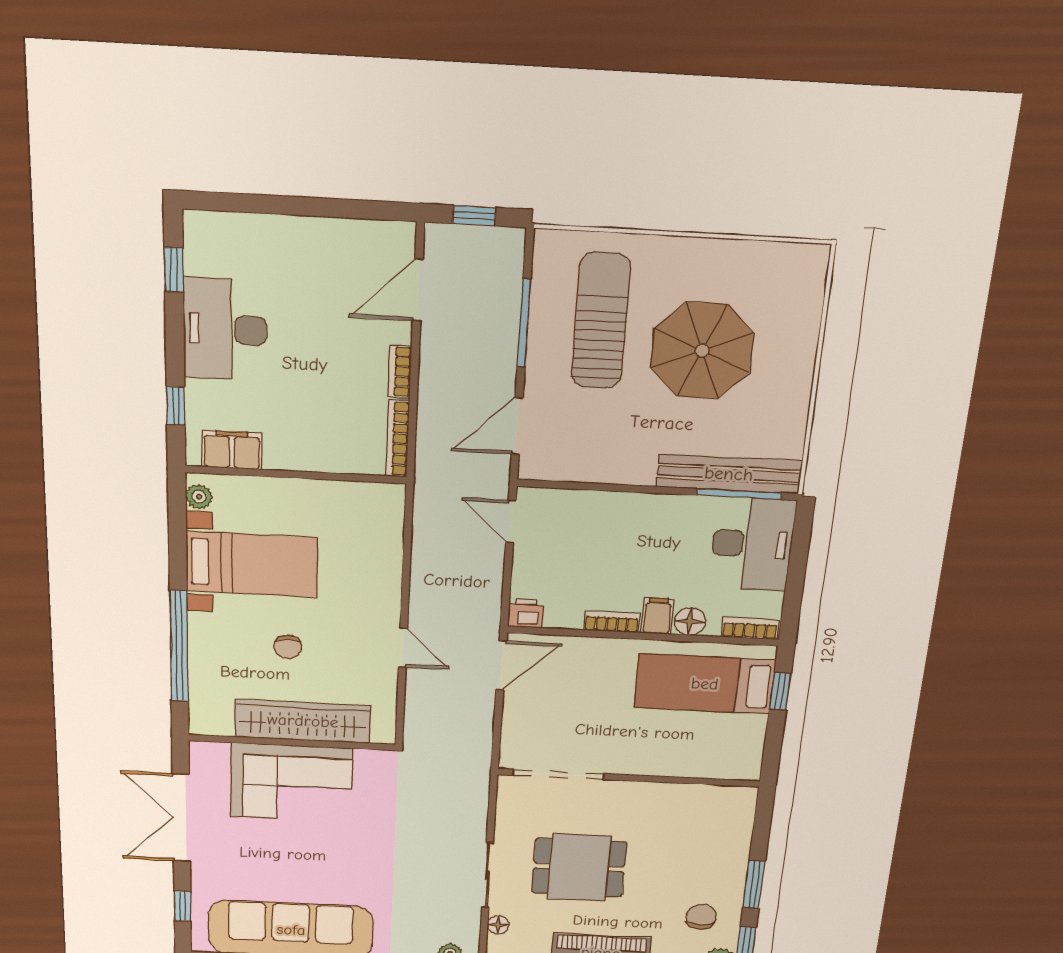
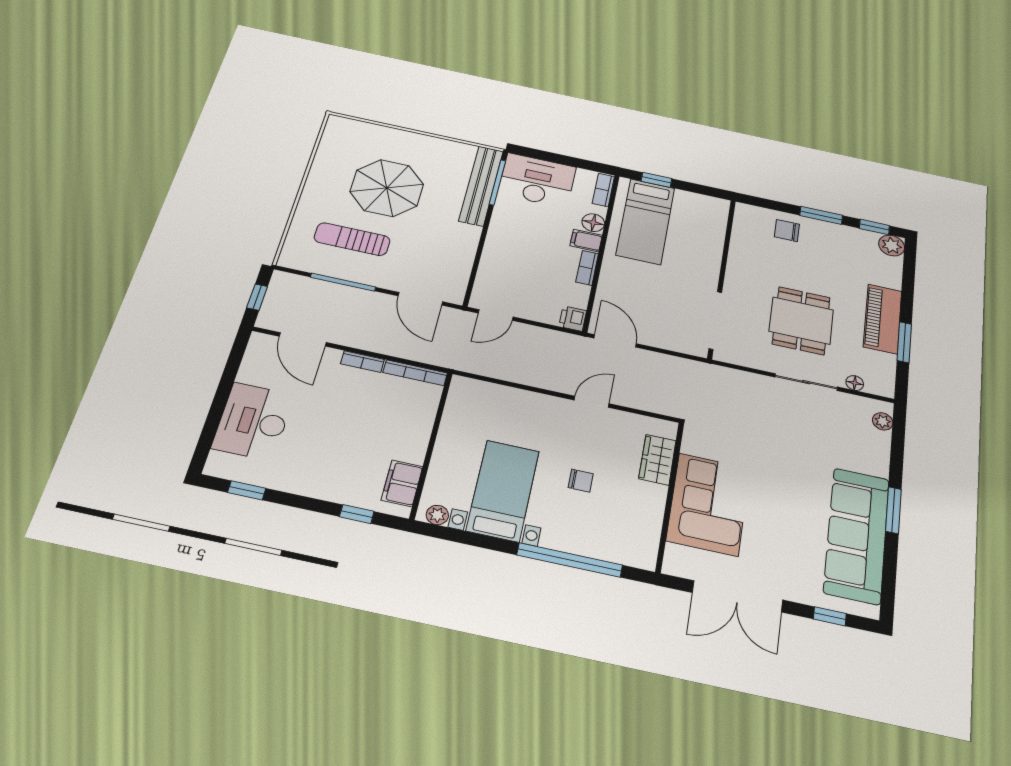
sun lounger: (601, 321) -> (352, 239), width x0.73, depth x0.75
desk: (225, 329) -> (253, 421), moved, turned 90
wardrobe: (303, 721) -> (657, 460), width x0.48, depth x0.85
chair: (701, 917) -> (787, 231), moved

